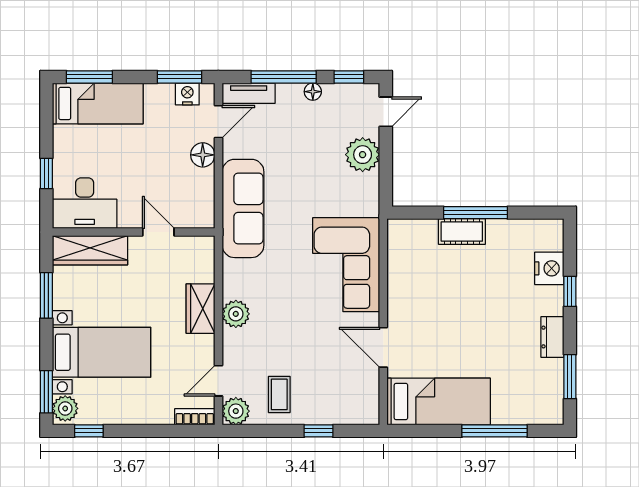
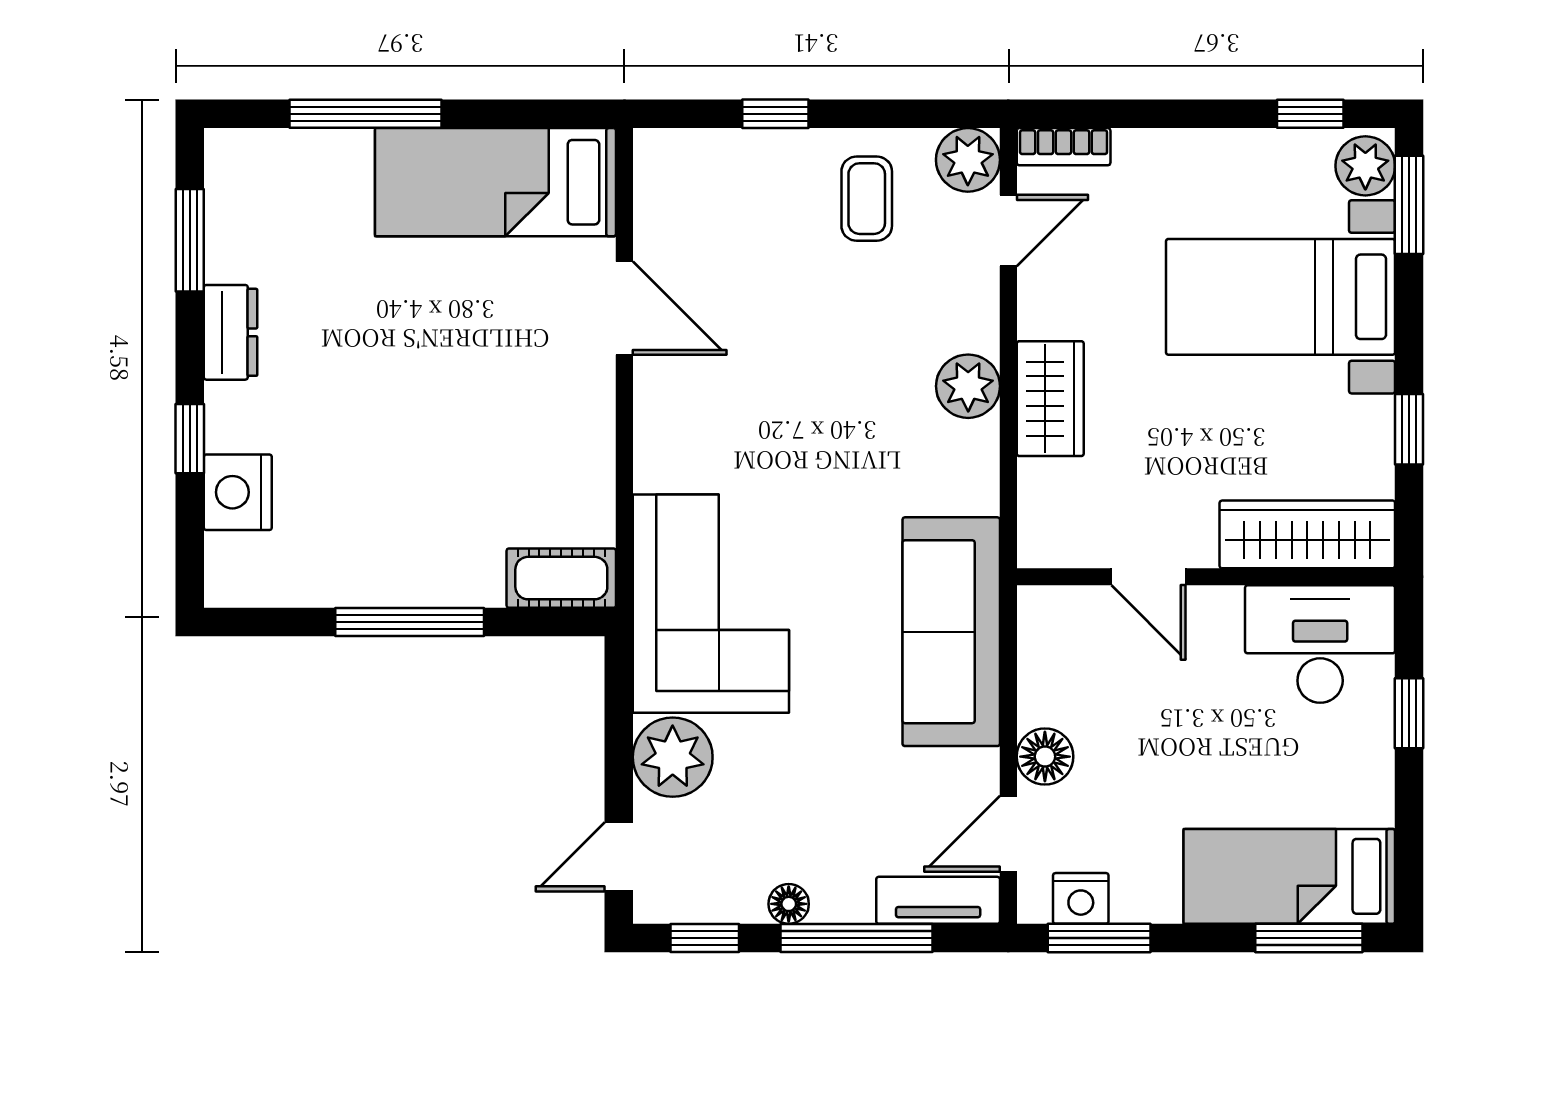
cot: (462, 232) -> (561, 578), moved
corner sofa: (346, 265) -> (711, 604), moved
window: (46, 295) -> (1409, 429), width x0.67

